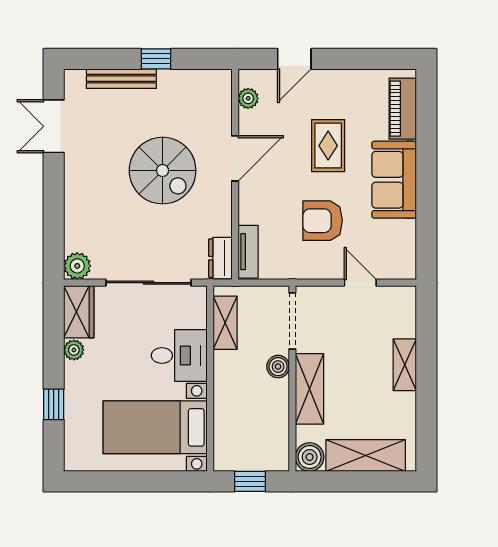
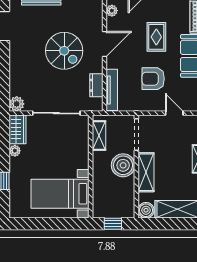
tv unit: (248, 252) -> (112, 90), width x1.41
dresser: (220, 258) -> (96, 85), moved
desk: (179, 356) -> (73, 154), removed
boiler: (278, 367) -> (123, 165), width x1.86, depth x1.86

